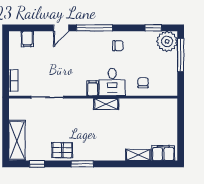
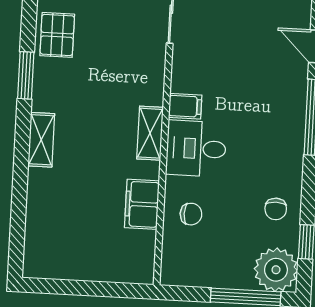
chair: (118, 46) -> (276, 209), moved
filing cabinet: (163, 153) -> (142, 204), moved, turned 180
shelving: (138, 155) -> (41, 140), moved

